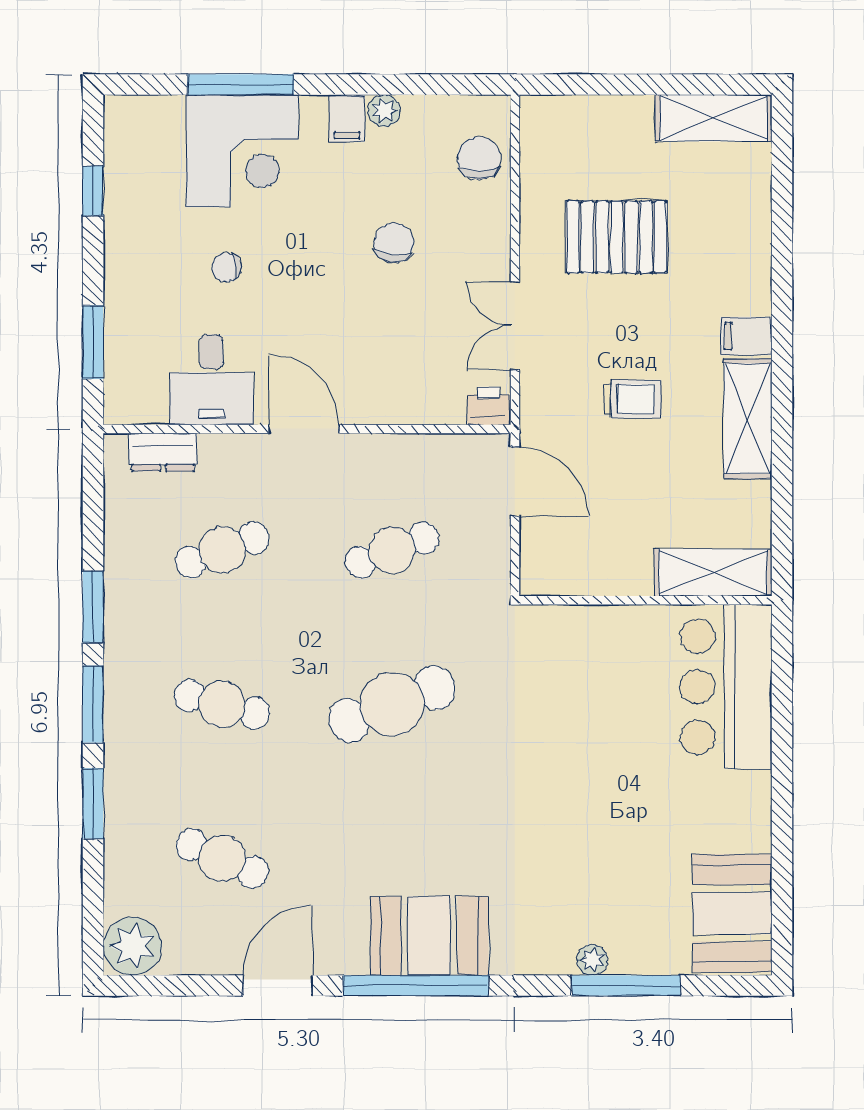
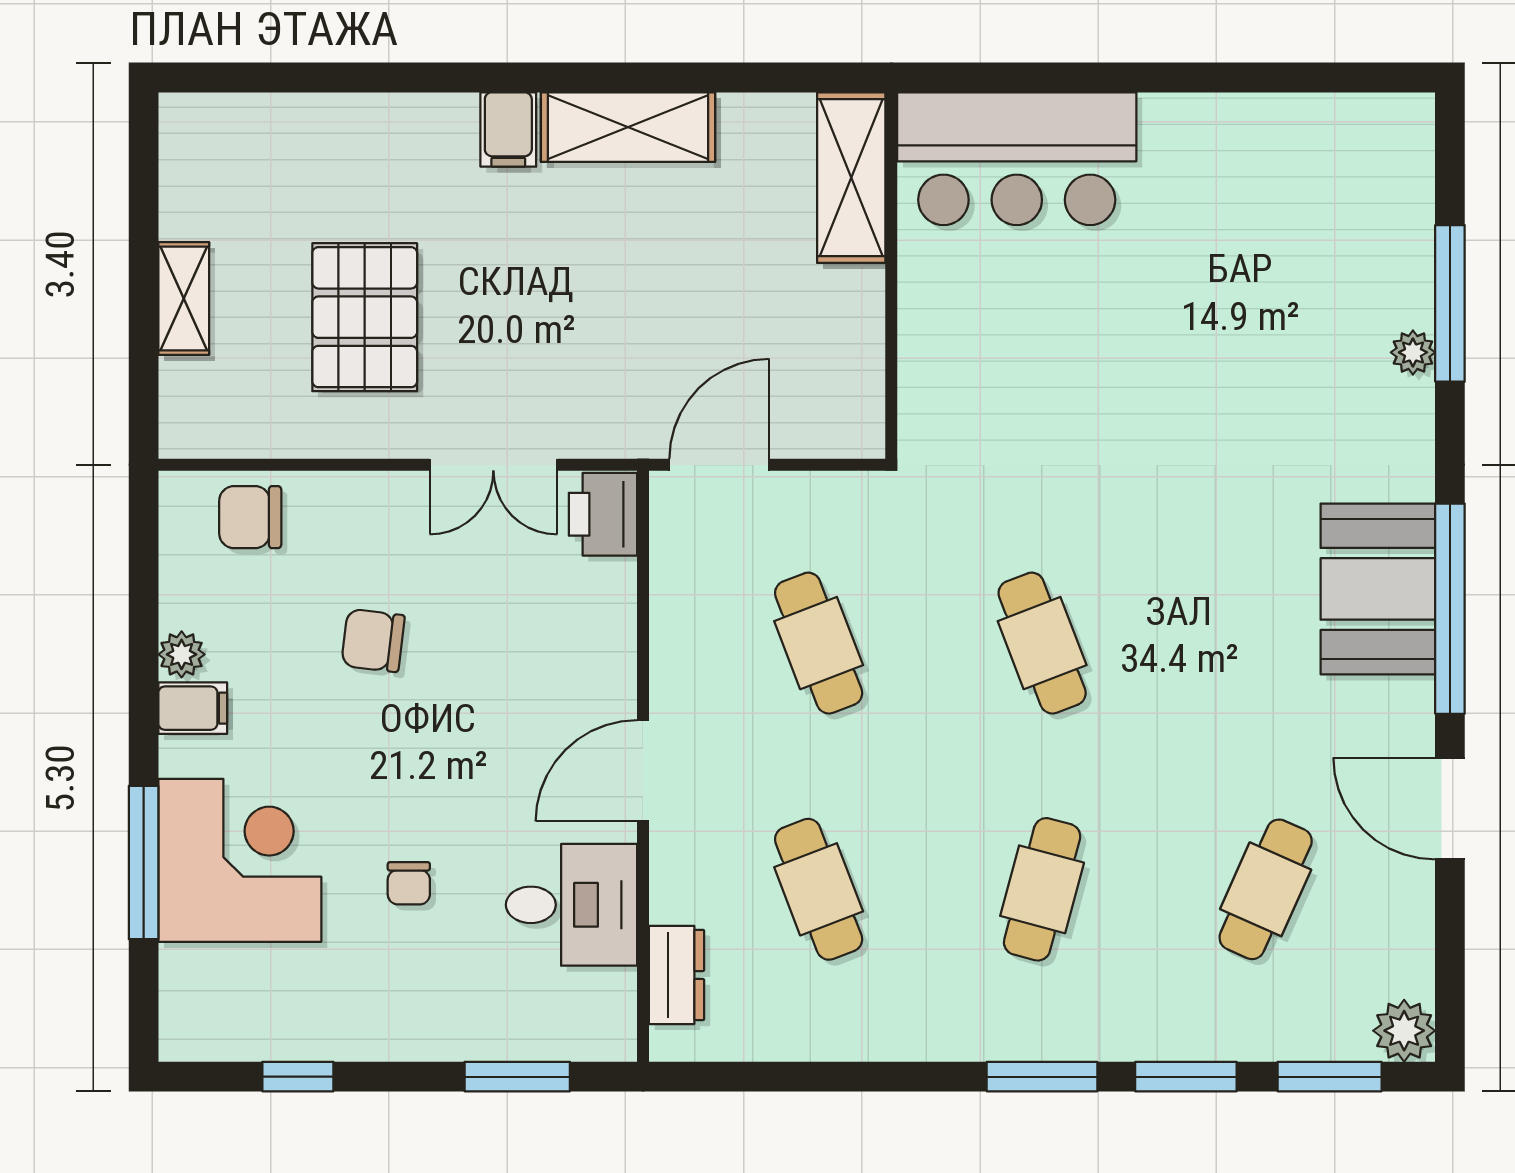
shelving: (713, 118) -> (184, 299), moved, width x0.67, depth x0.75
trolley: (632, 399) -> (600, 295), removed
printer: (488, 406) -> (603, 514), width x1.36, depth x1.24
window: (93, 607) -> (1330, 1077), moved
cafe table: (392, 704) -> (1042, 643), width x0.73, depth x0.74
booth: (732, 913) -> (1345, 150), removed
plant: (132, 946) -> (1404, 1031), width x0.73, depth x0.73

